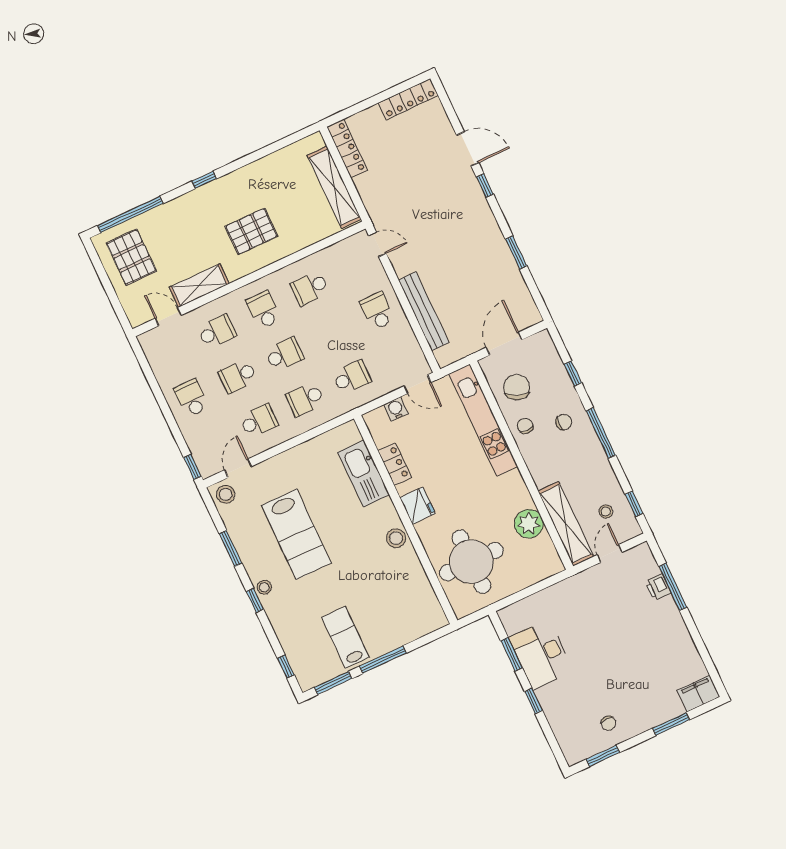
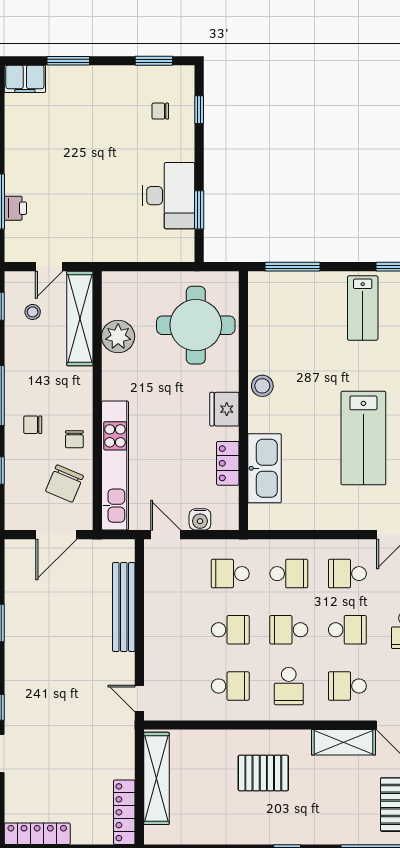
school desk: (377, 311) -> (230, 630), moved, turned -90
lab bench: (296, 534) -> (363, 438), turned 180
window: (383, 660) -> (293, 267), moved
window: (533, 701) -> (199, 110), moved
chair: (608, 723) -> (160, 111), moved, turned -90

